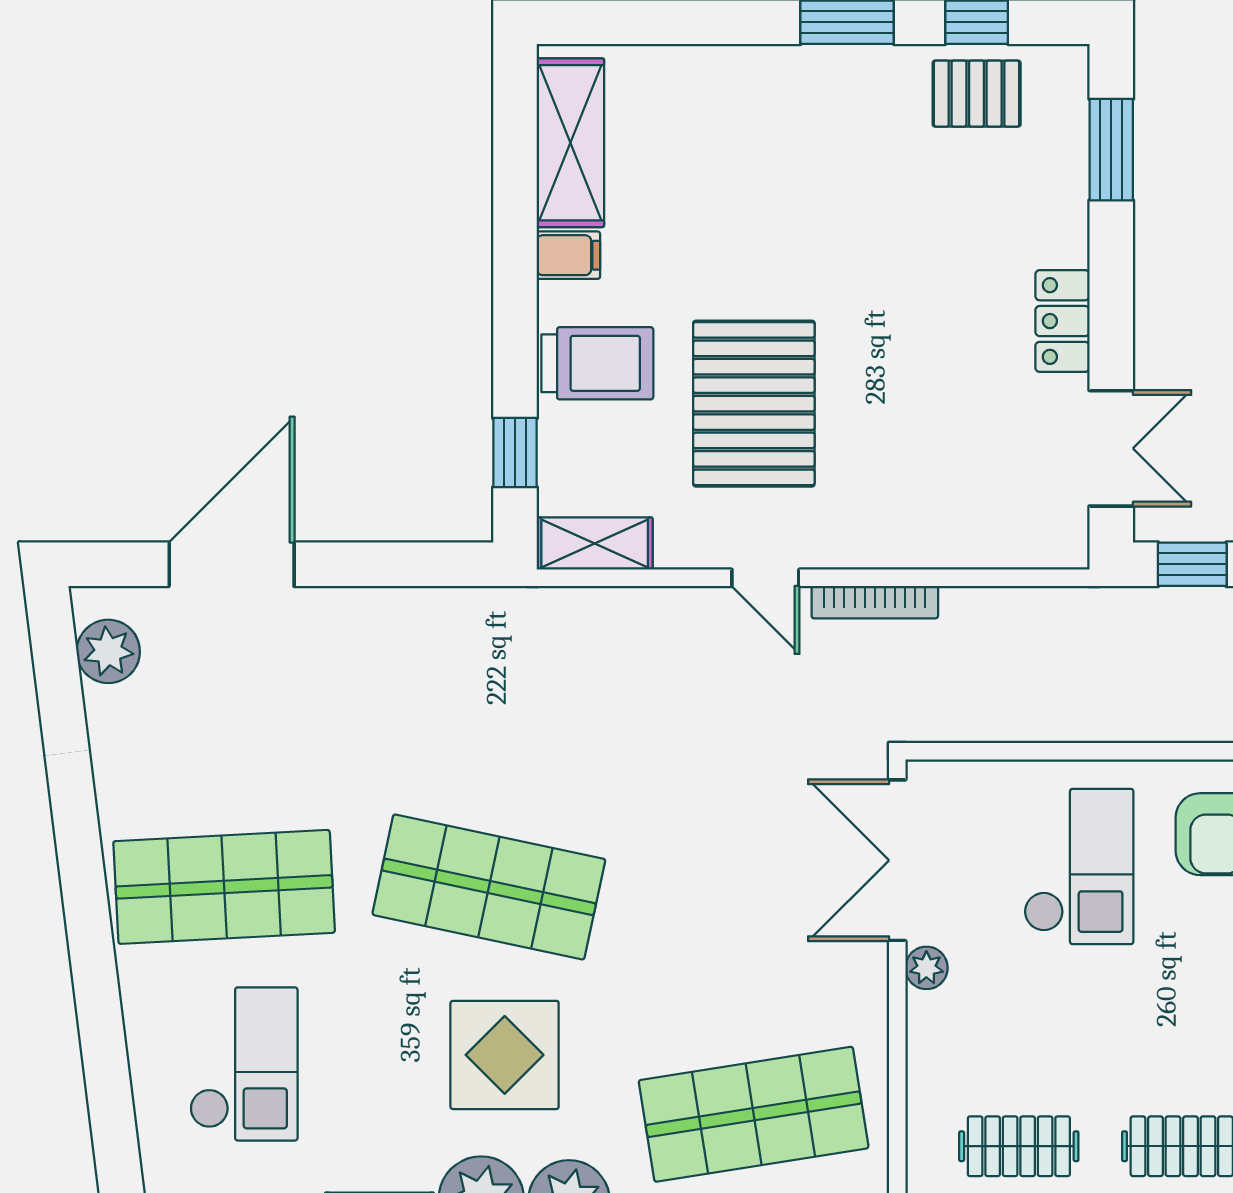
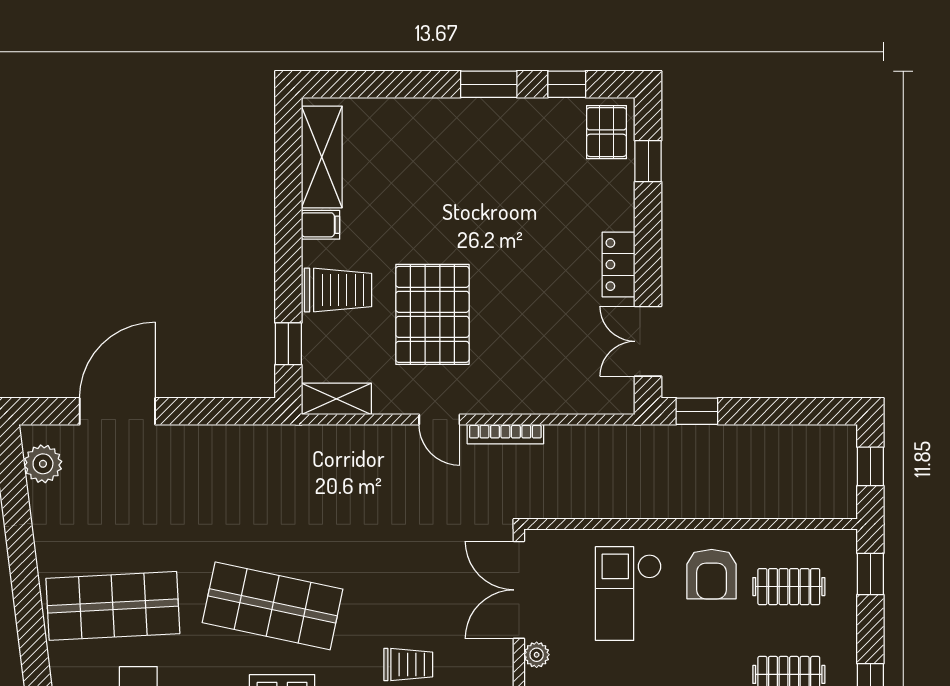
pallet: (977, 94) -> (607, 132), moved, turned 90
window: (1111, 150) -> (648, 161), width x0.67
double door: (1111, 448) -> (648, 341), swing flipped
checkout: (1079, 866) -> (628, 594), turned 180
trolley: (714, 984) -> (408, 664), added

